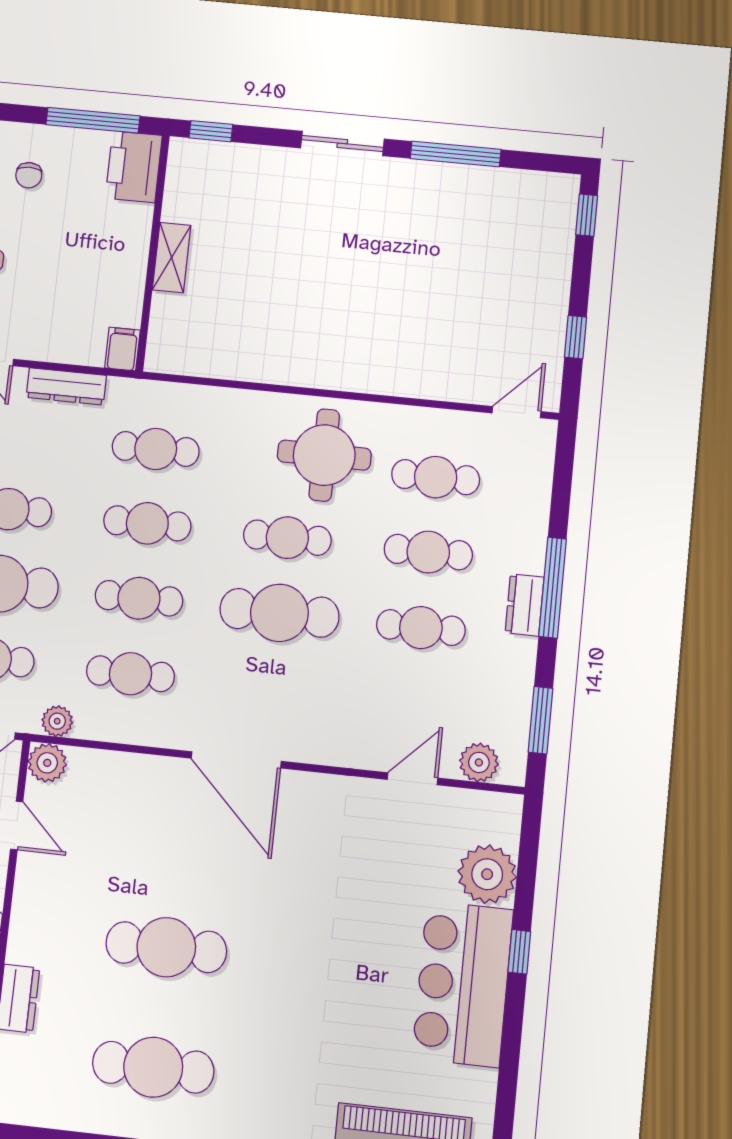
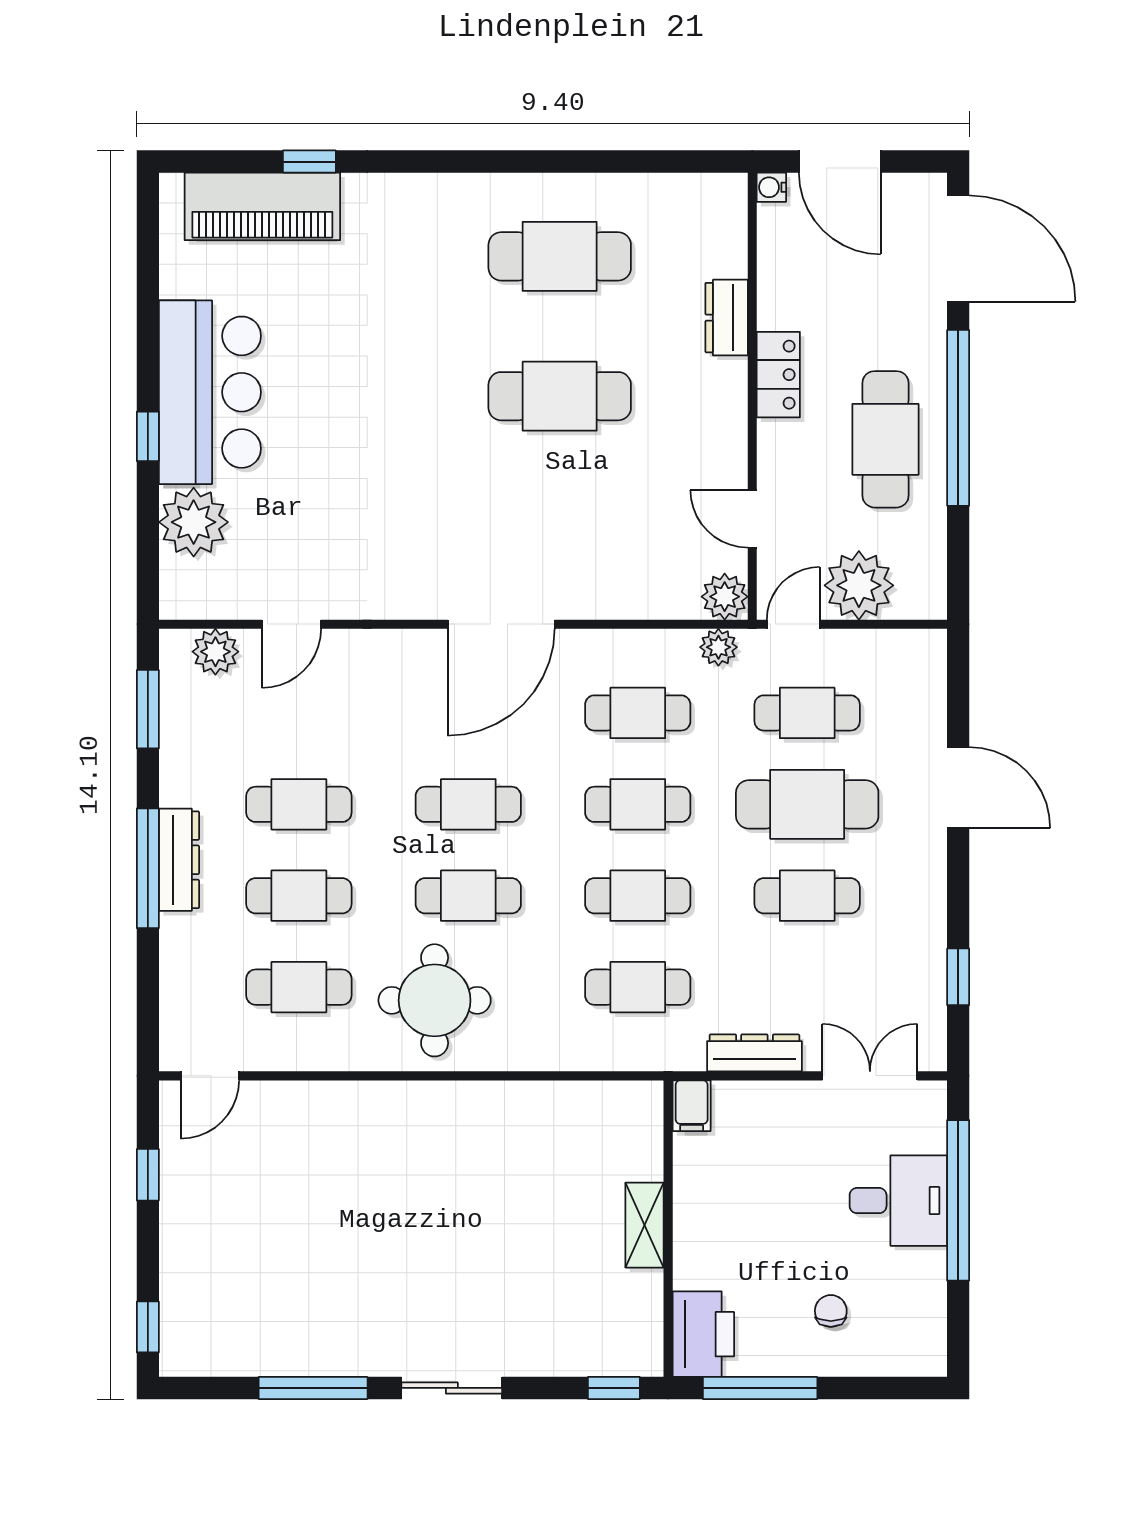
dresser: (525, 605) -> (179, 860), width x1.44
cafe table: (279, 613) -> (468, 804), width x0.73, depth x0.74
door: (236, 760) -> (501, 624), swing flipped

